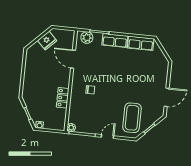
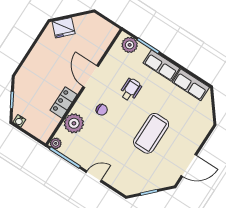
fridge: (47, 41) -> (64, 28), moved
door: (73, 59) -> (91, 77), moved
wheelchair: (103, 67) -> (131, 90), added
plant: (76, 108) -> (74, 123), added
coffee table: (132, 118) -> (151, 133), moved

